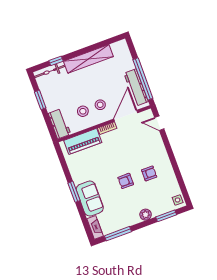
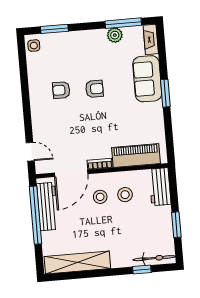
shelving: (88, 59) -> (77, 262), moved
plant: (146, 215) -> (115, 35), moved

